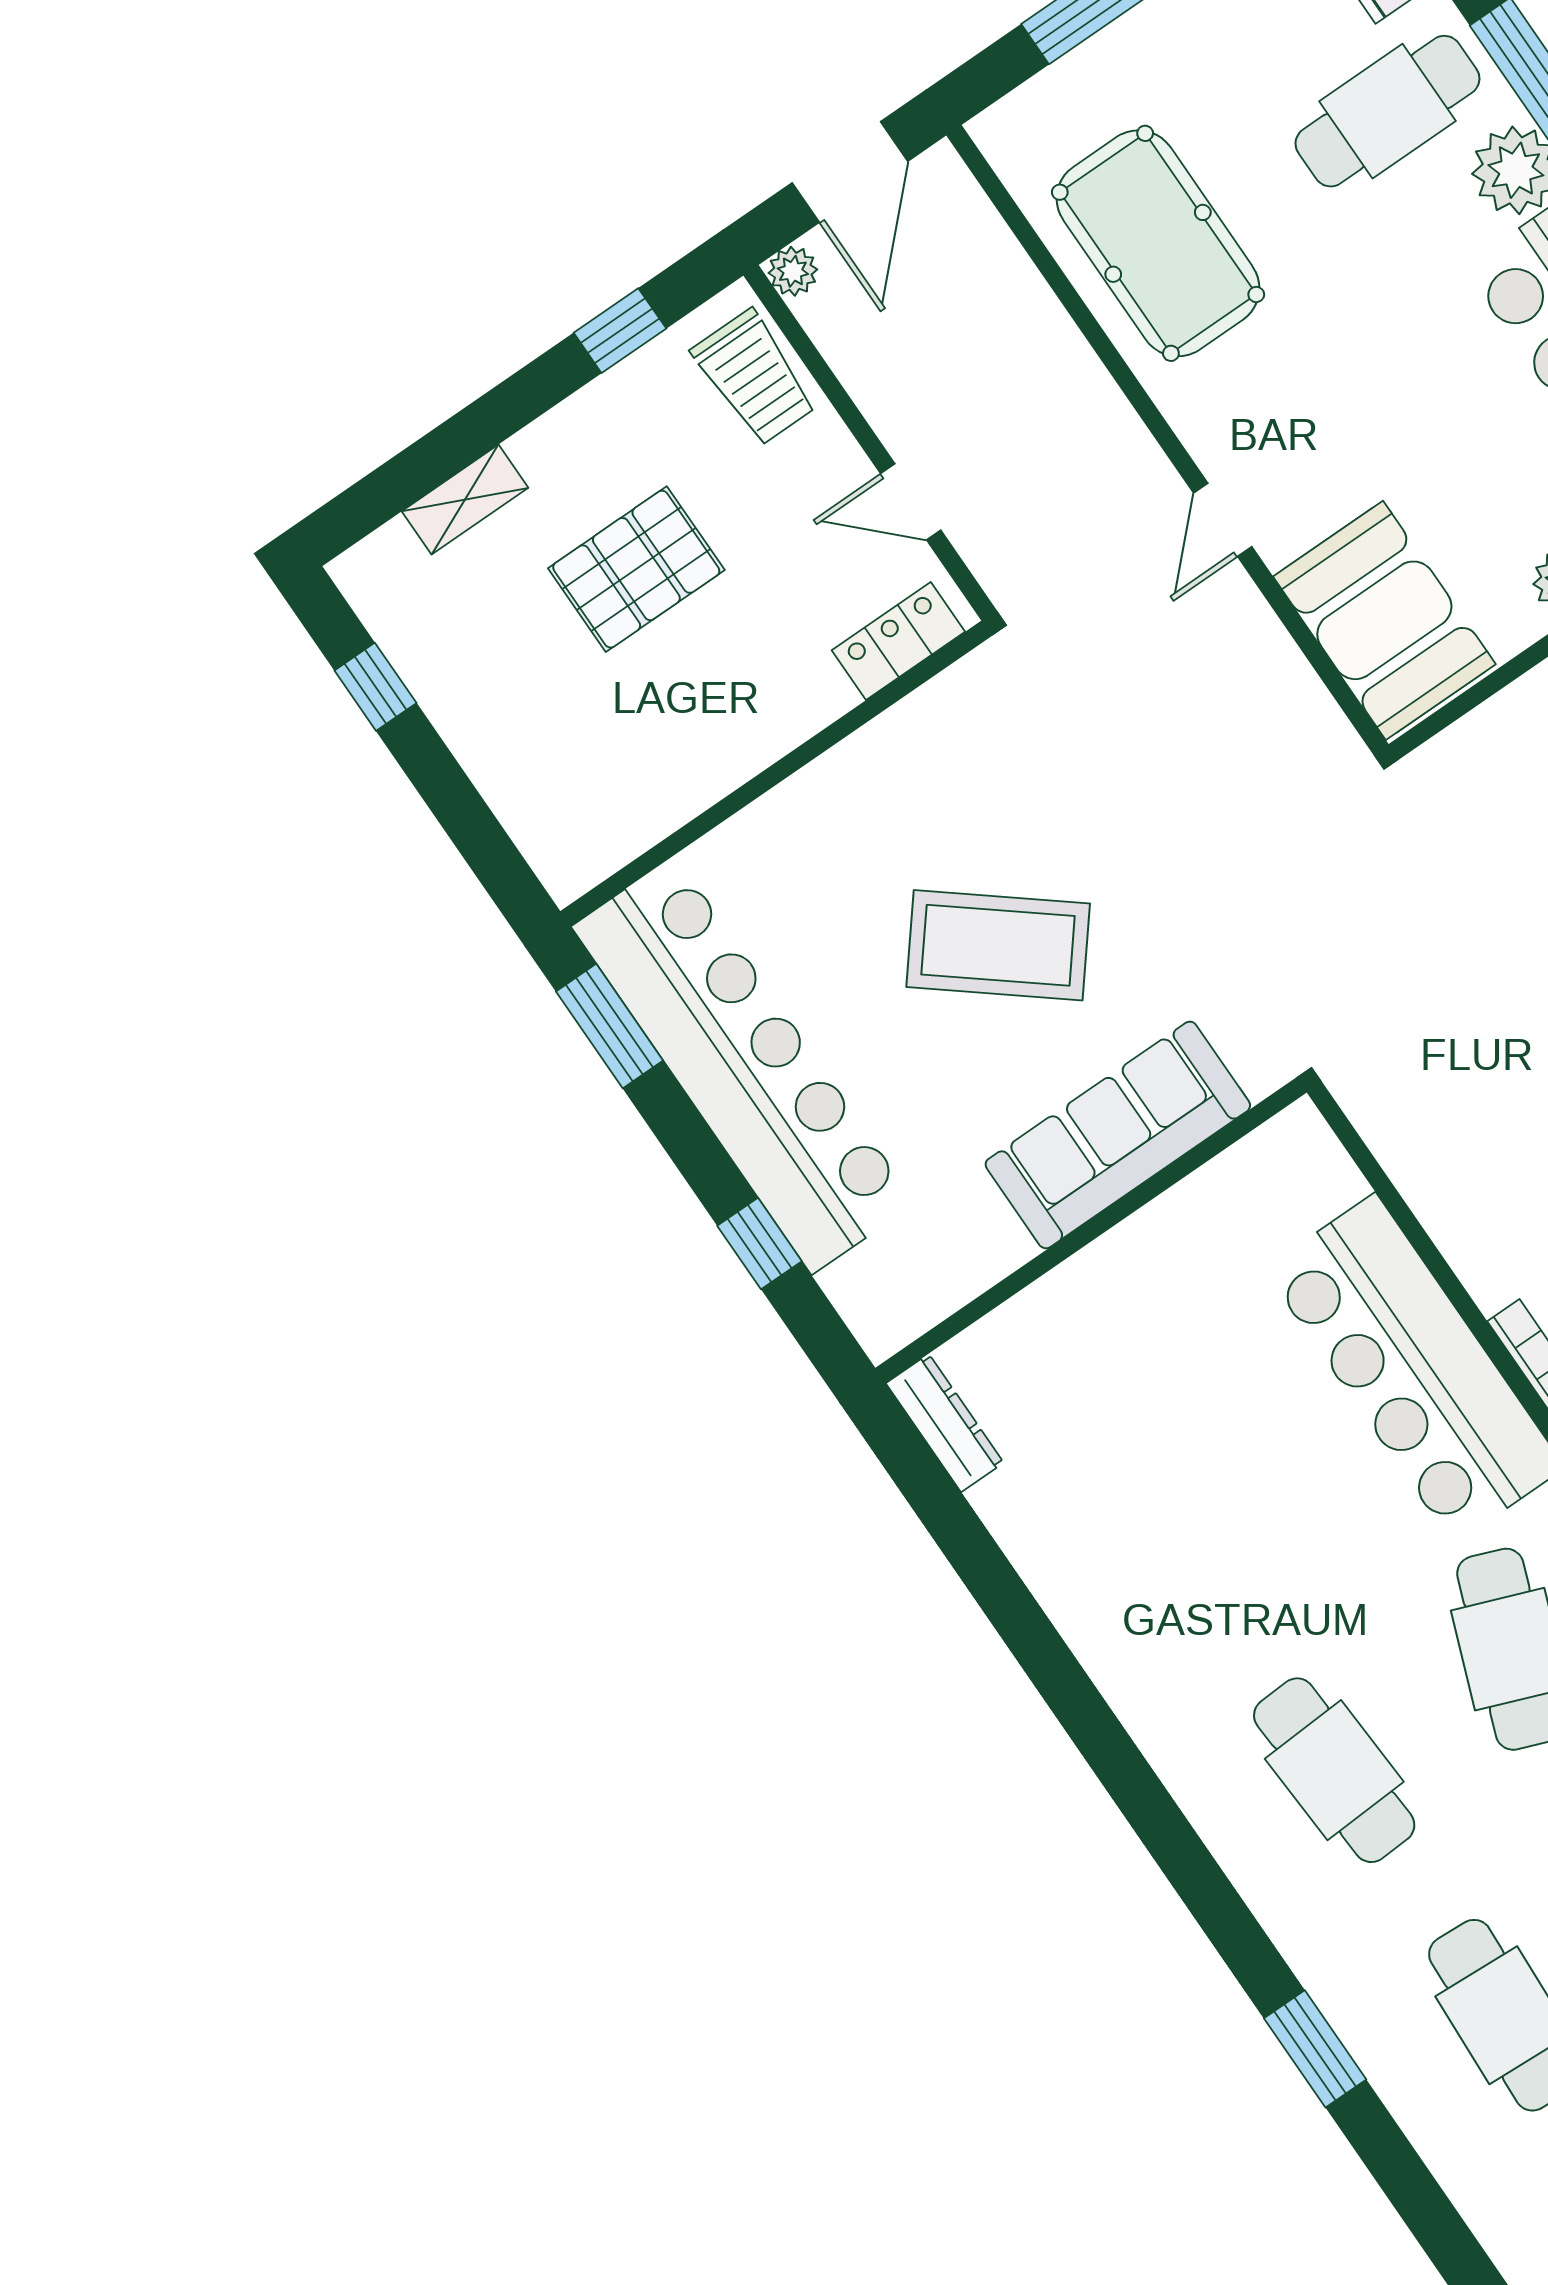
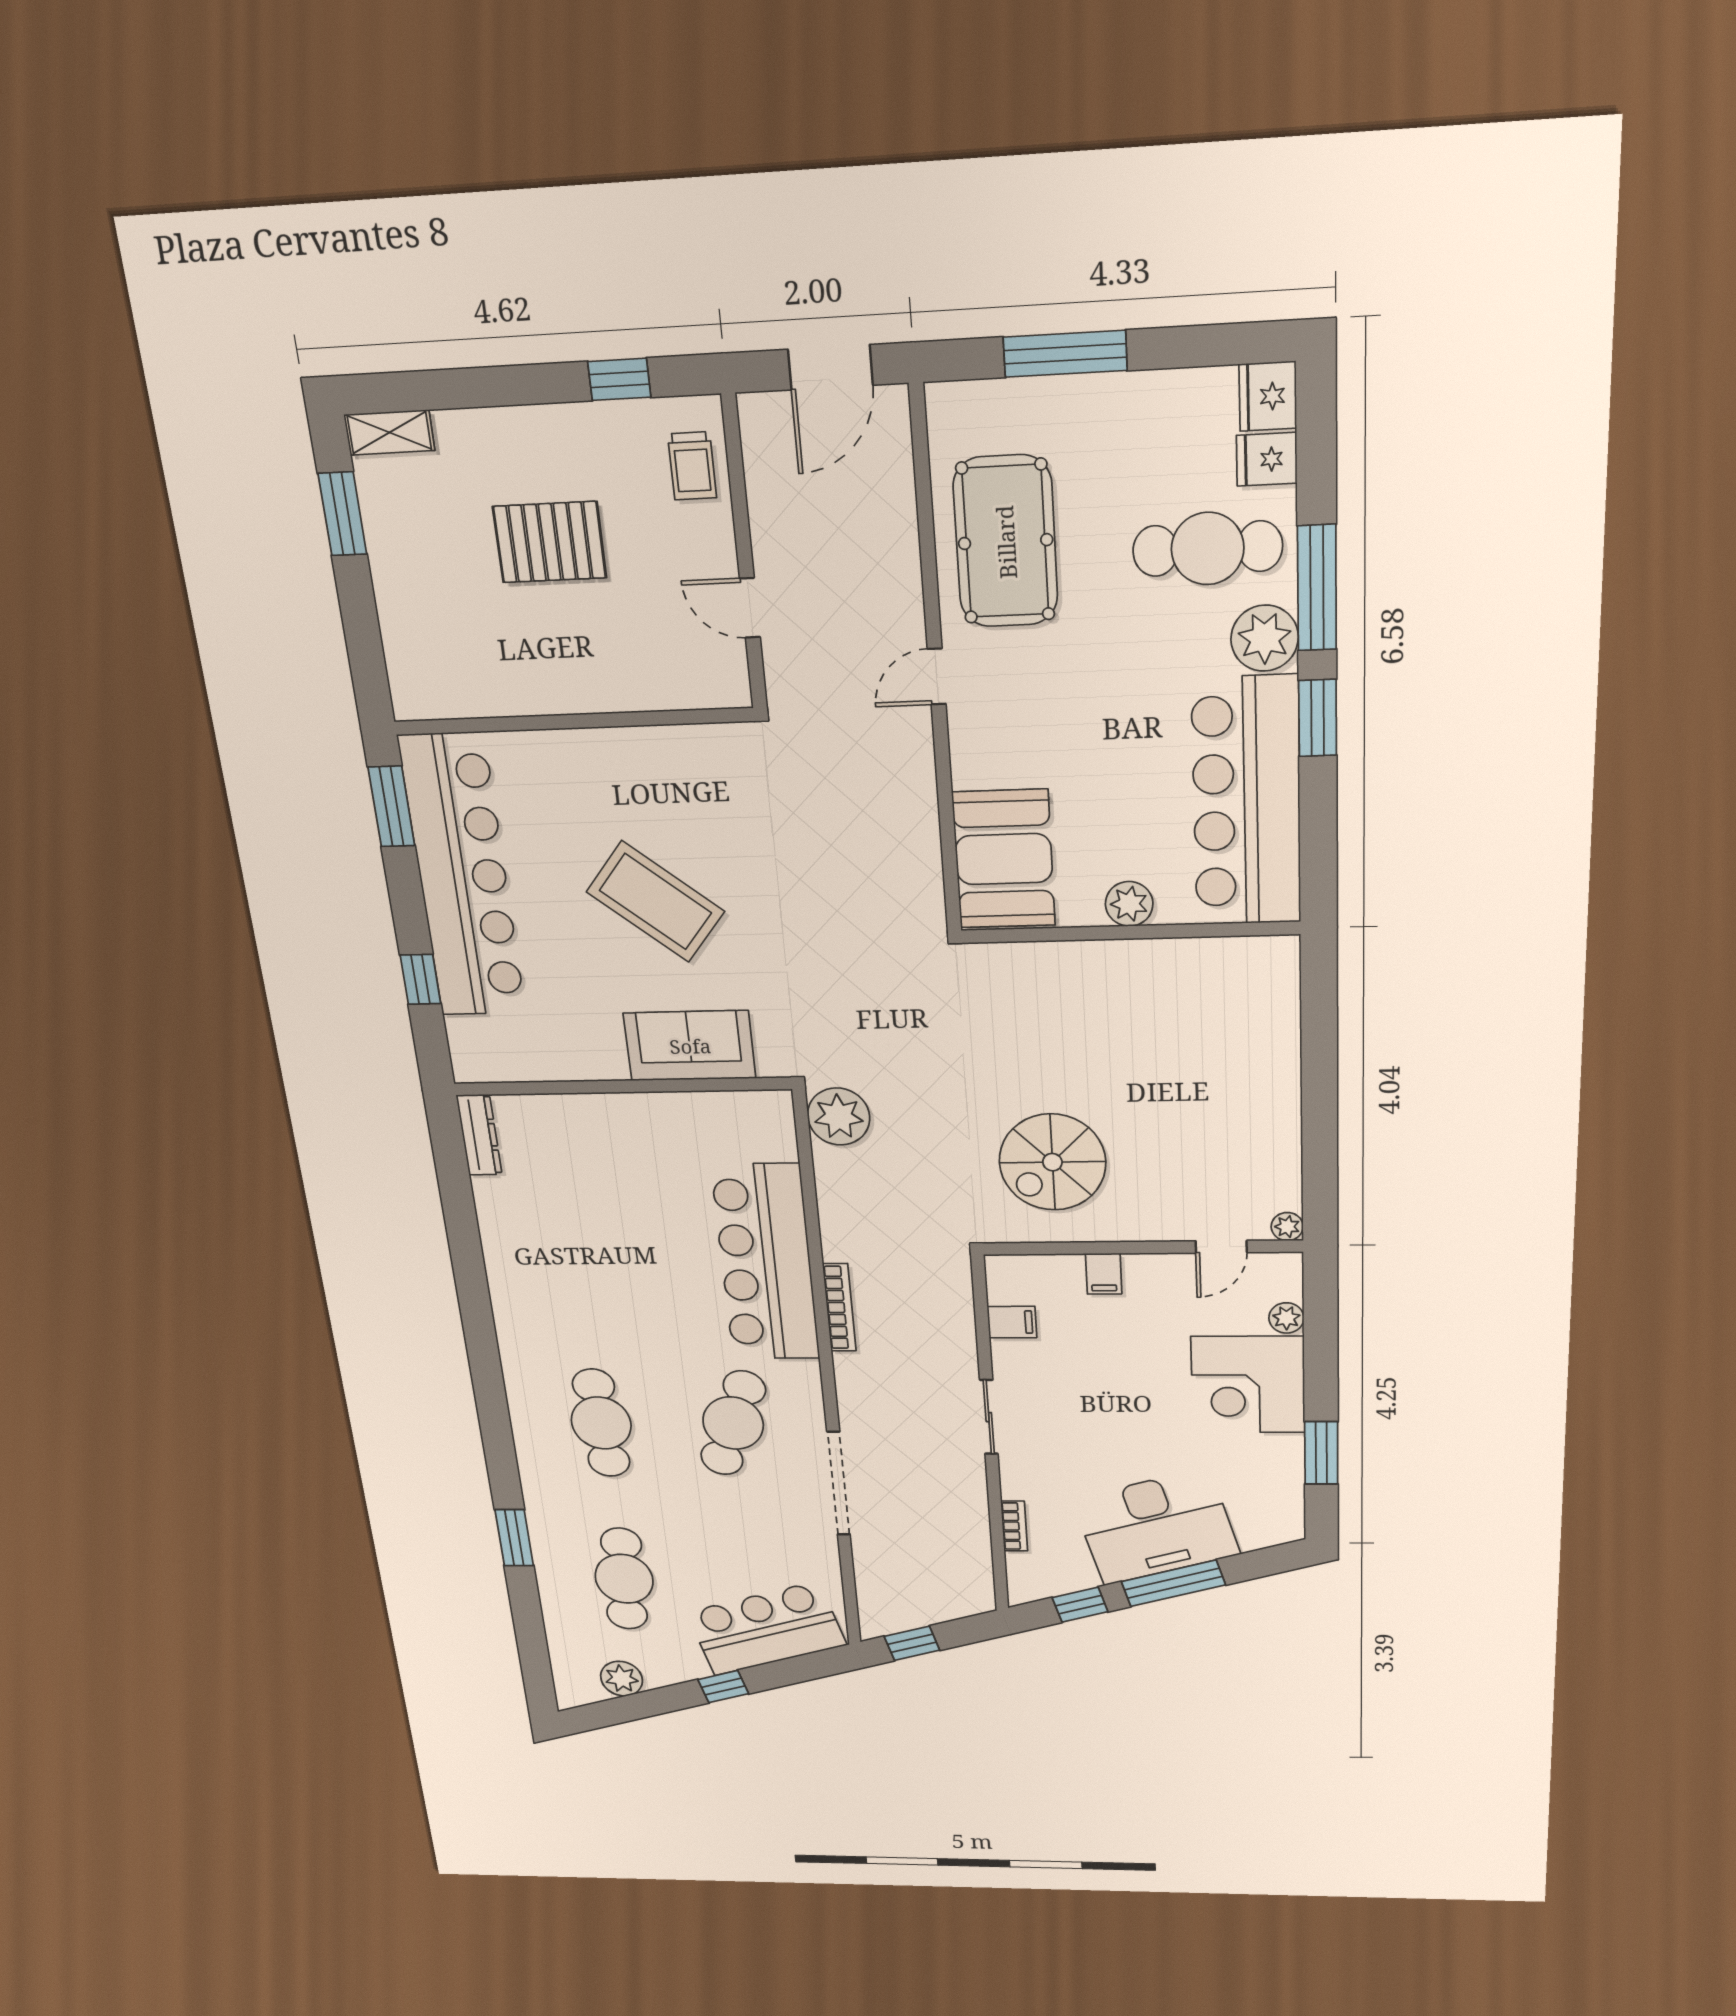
plant: (793, 271) -> (839, 1117), moved, width x1.88, depth x1.88
trolley: (755, 378) -> (692, 466), width x0.73, depth x0.72
shelving: (465, 500) -> (389, 432), moved
door: (1223, 520) -> (937, 676), moved
locker: (898, 641) -> (694, 688), removed
window: (375, 687) -> (342, 514), width x1.50
sofa: (1118, 1135) -> (690, 1046), width x0.73

